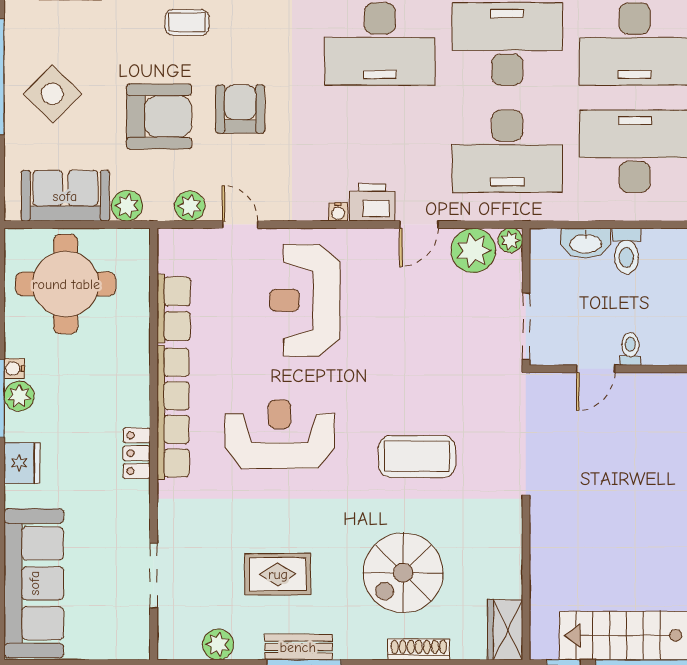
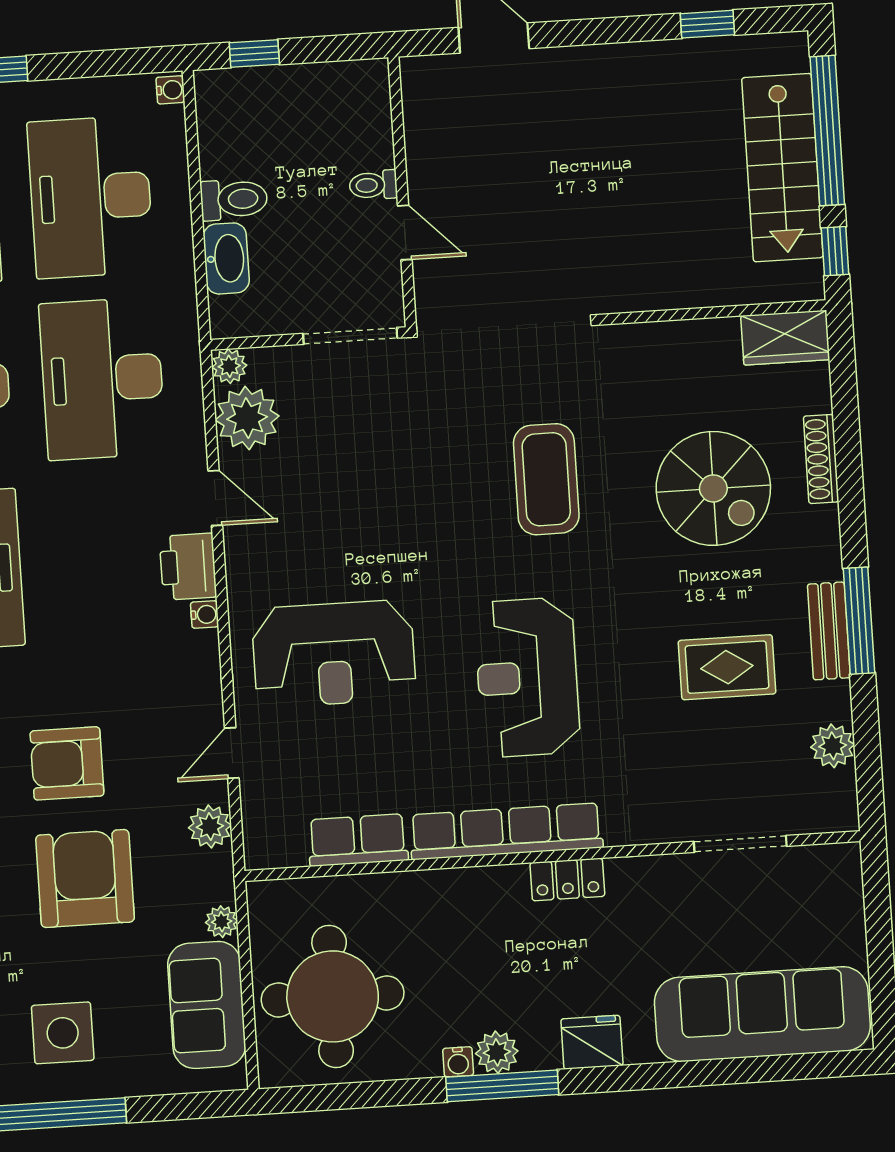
side table: (52, 94) -> (63, 1033), turned 45
desk: (507, 151) -> (102, 379), turned 180
plant: (127, 206) -> (222, 922), width x0.73, depth x0.73
rug: (278, 574) -> (727, 667), turned 90

